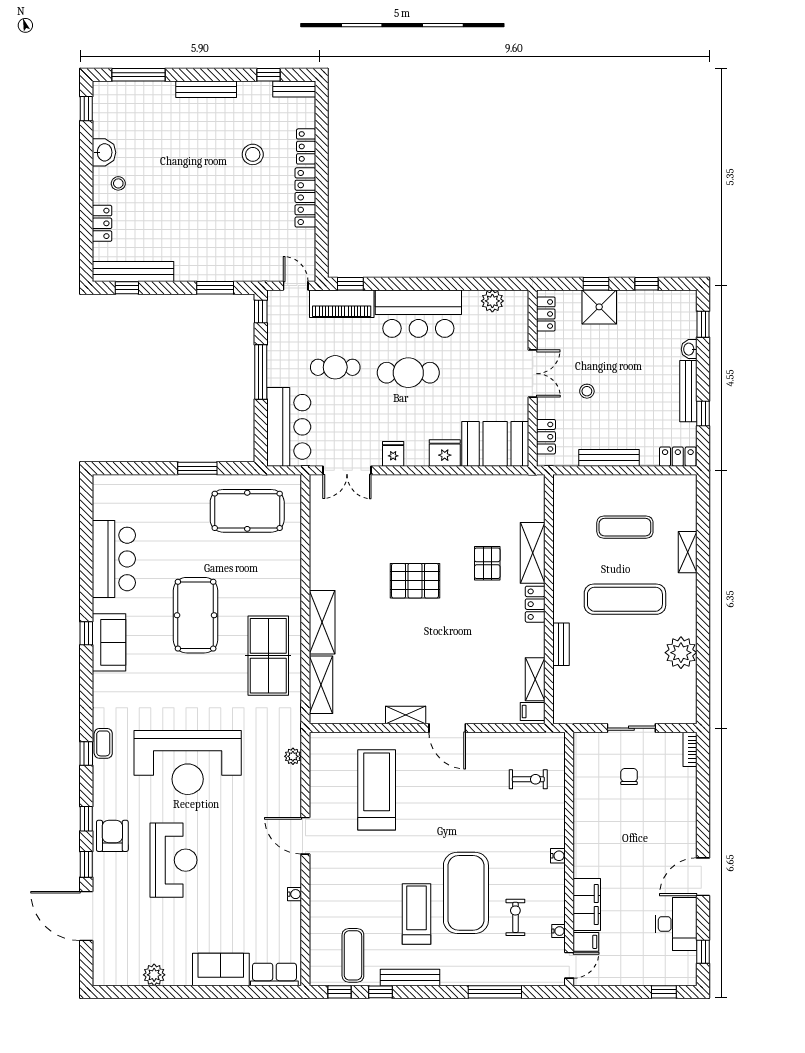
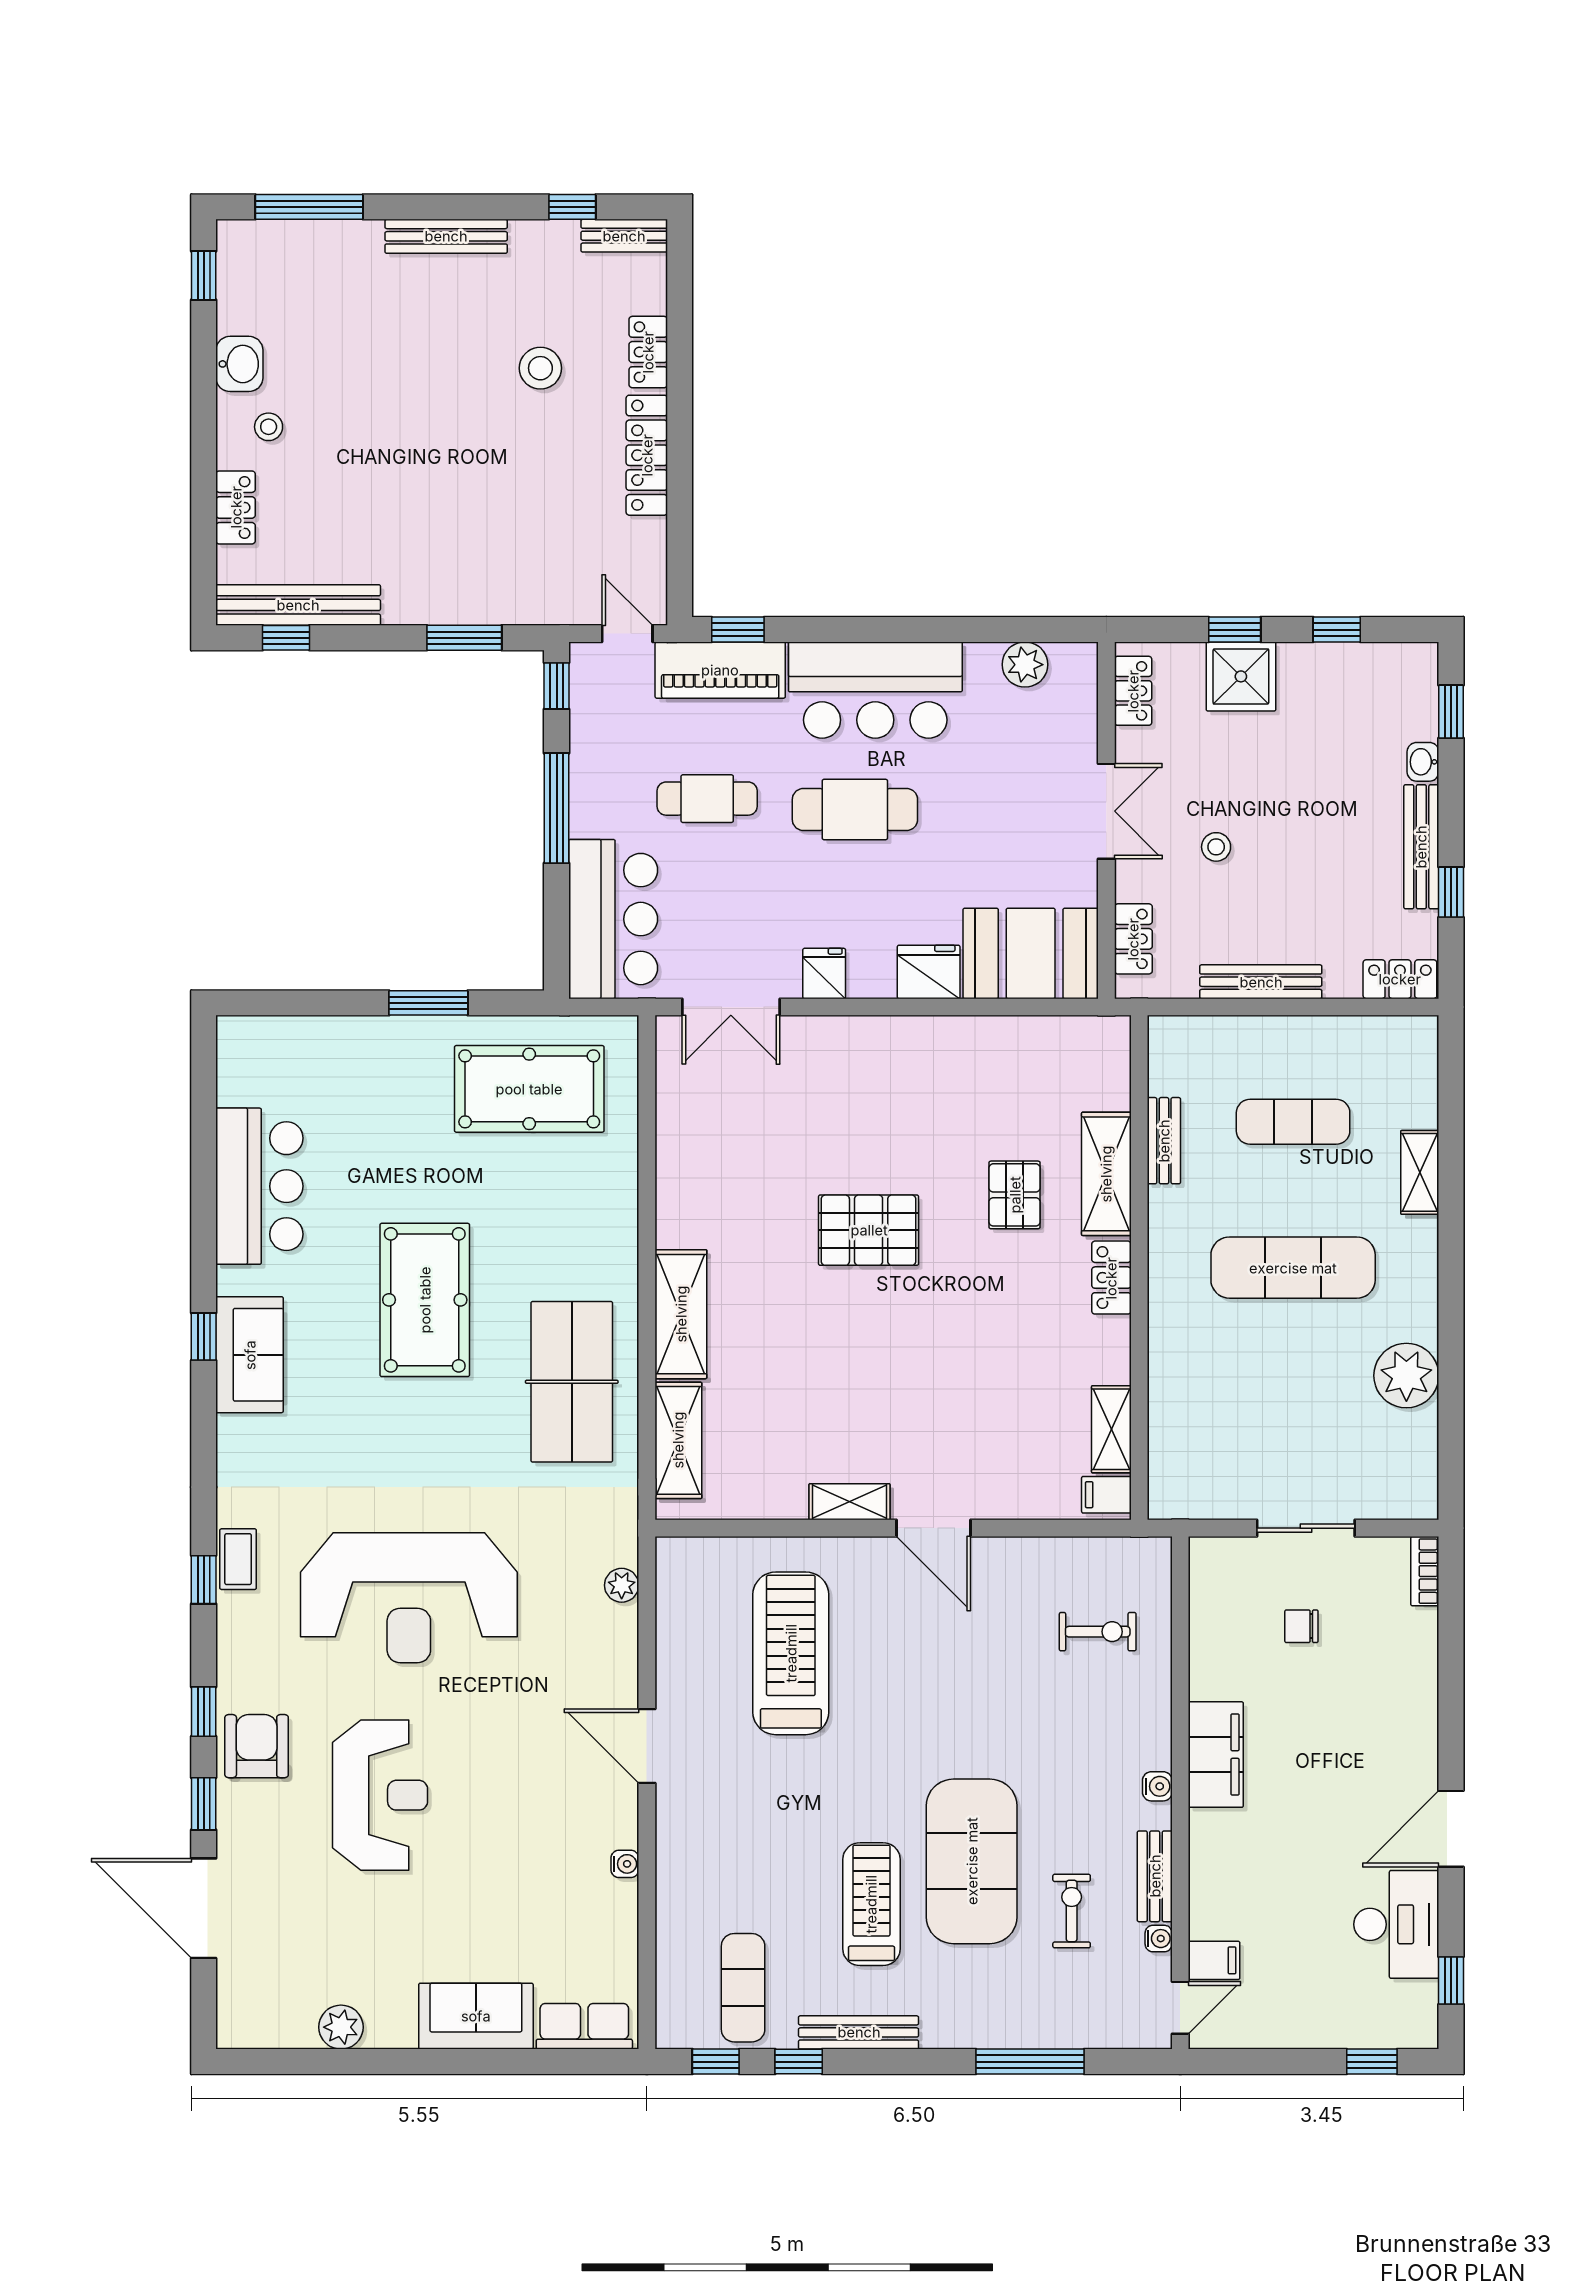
bench: (561, 644) -> (1164, 1141), moved
chair: (629, 777) -> (1301, 1626), turned -90
bench: (557, 900) -> (1155, 1876), added
filing cabinet: (587, 905) -> (1216, 1755), moved

